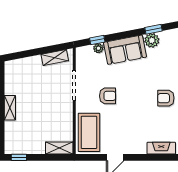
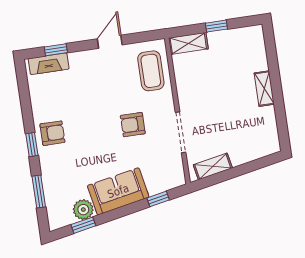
plant: (98, 48) -> (155, 188), removed
coffee table: (89, 132) -> (151, 71), width x0.73, depth x0.76
window: (19, 157) -> (216, 26), moved
window: (155, 157) -> (56, 50), added

